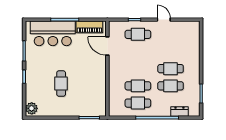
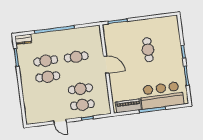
door: (107, 46) -> (106, 65), moved
cafe table: (138, 103) -> (80, 89), moved
plant: (32, 108) -> (173, 23), removed
dresser: (179, 112) -> (23, 39), moved

